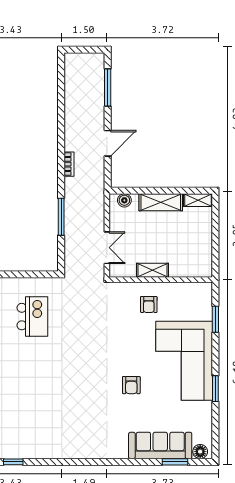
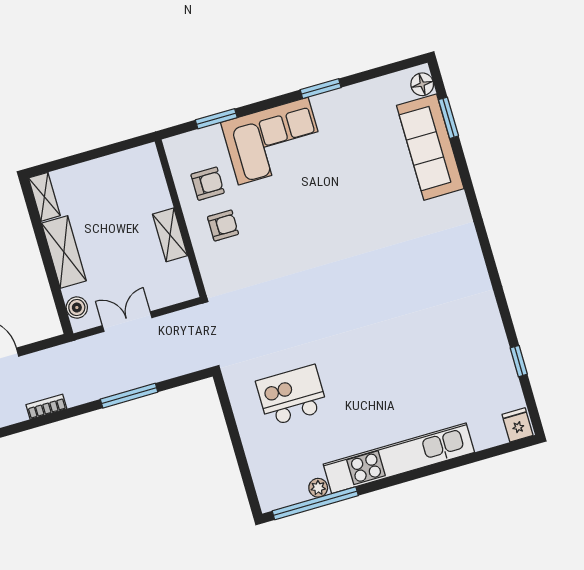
double door: (107, 248) -> (127, 322), moved
corner sofa: (184, 361) -> (273, 141), width x0.73, depth x0.74
armchair: (131, 385) -> (208, 184), moved

